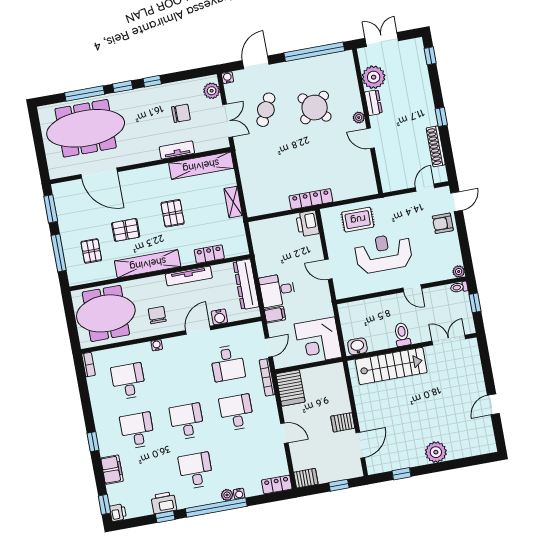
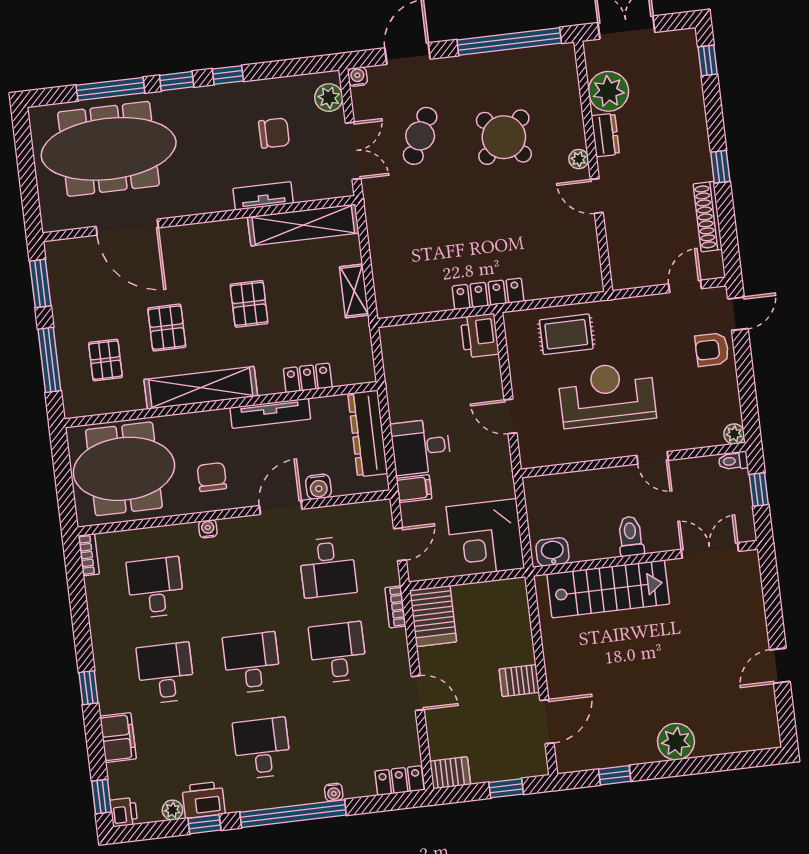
pallet: (126, 230) -> (167, 328), turned 90
bookcase: (267, 377) -> (395, 607), width x0.64
plant: (227, 495) -> (172, 810), moved

